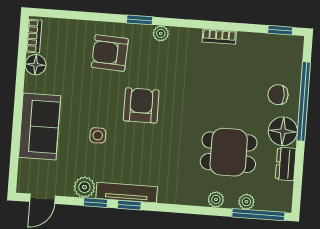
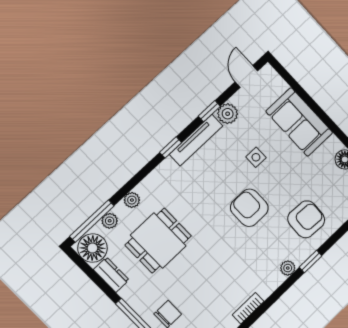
armchair: (141, 105) -> (249, 208), turned 180
floor lamp: (283, 131) -> (92, 248), moved
window: (129, 205) -> (171, 147), moved

